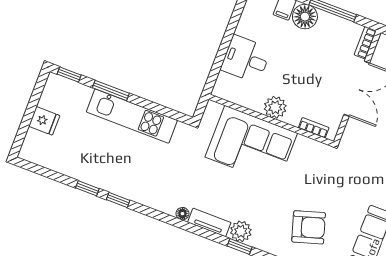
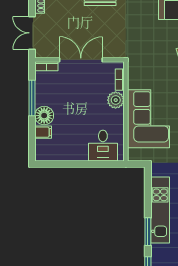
desk: (246, 59) -> (103, 146), moved
plant: (275, 107) -> (116, 100), moved

